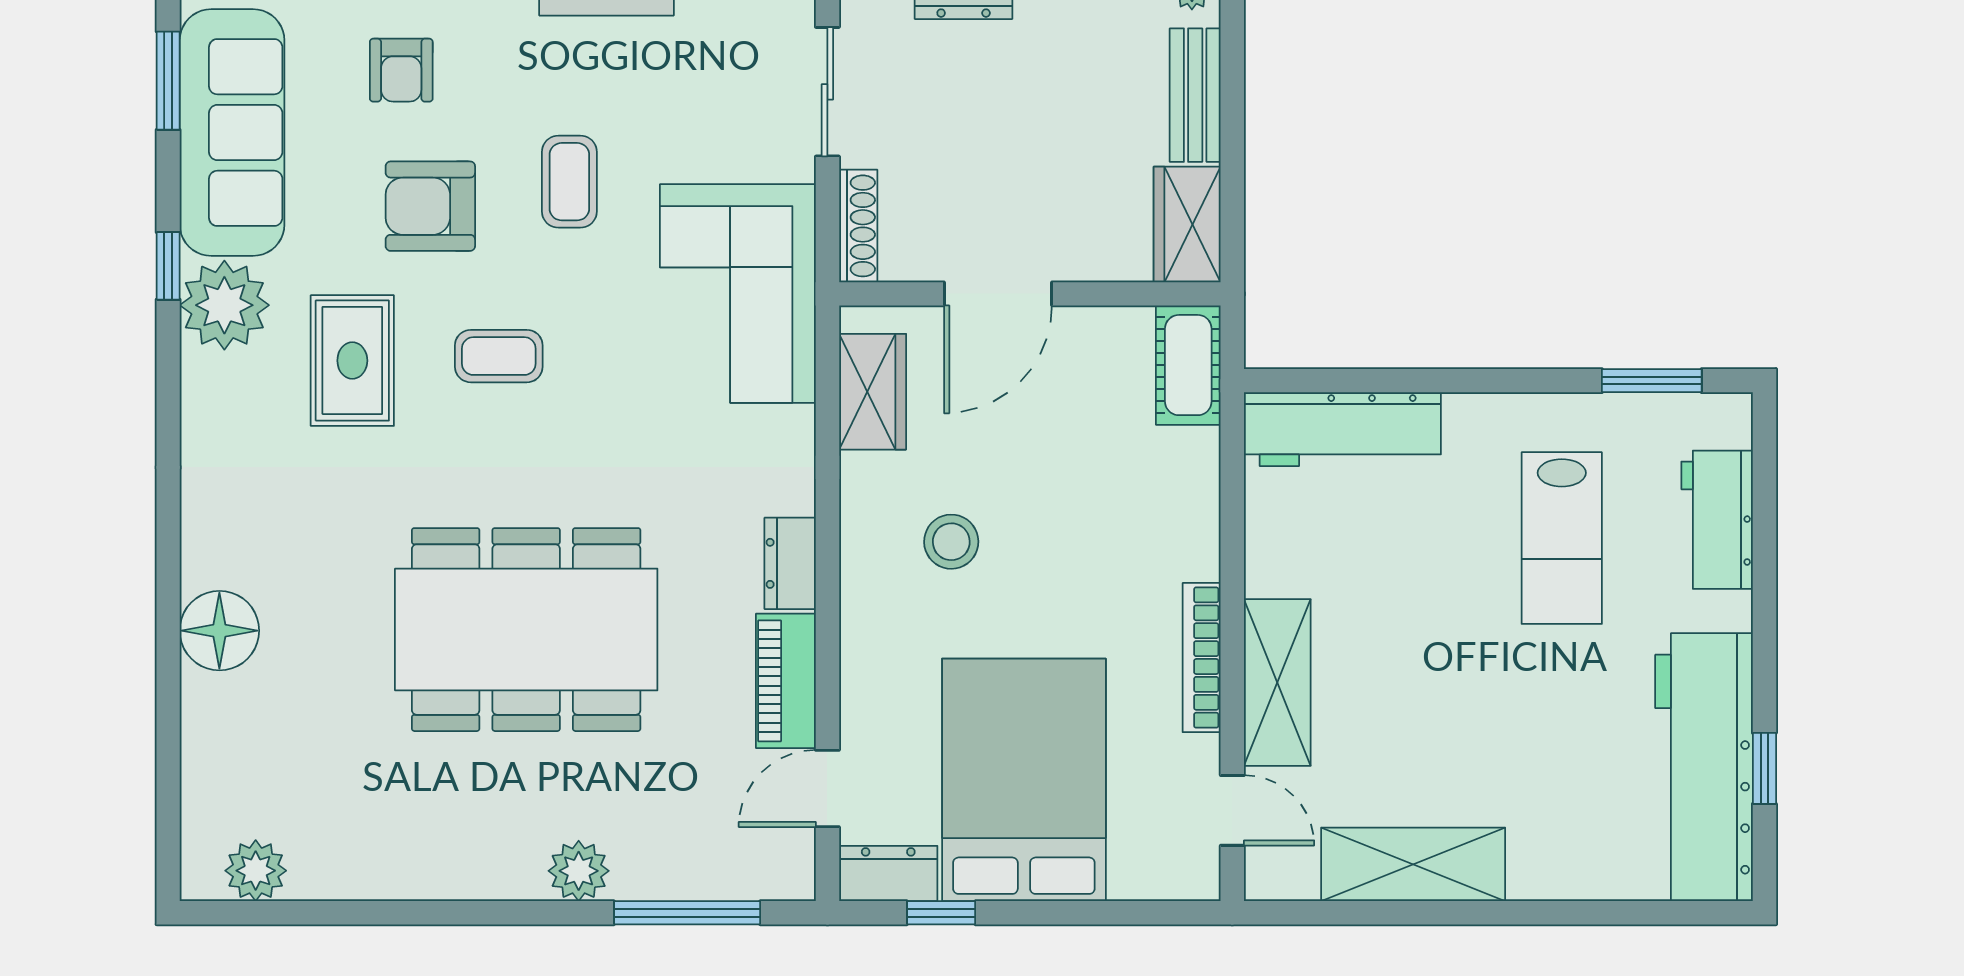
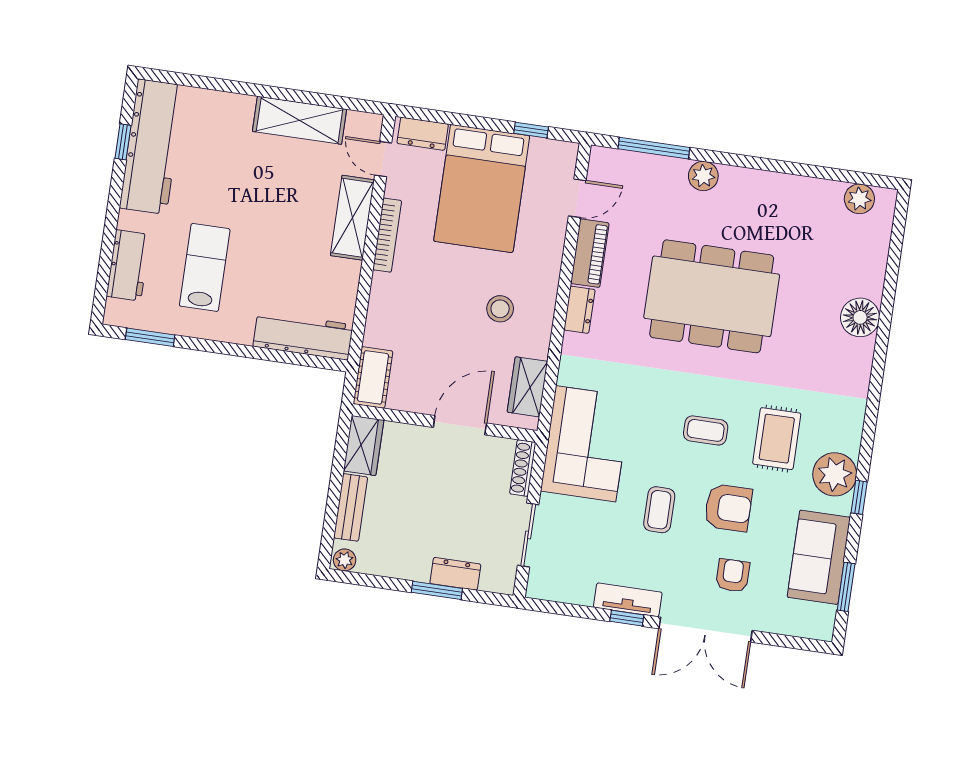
sofa: (232, 133) -> (819, 557), width x0.73
dresser: (888, 873) -> (423, 134), moved

